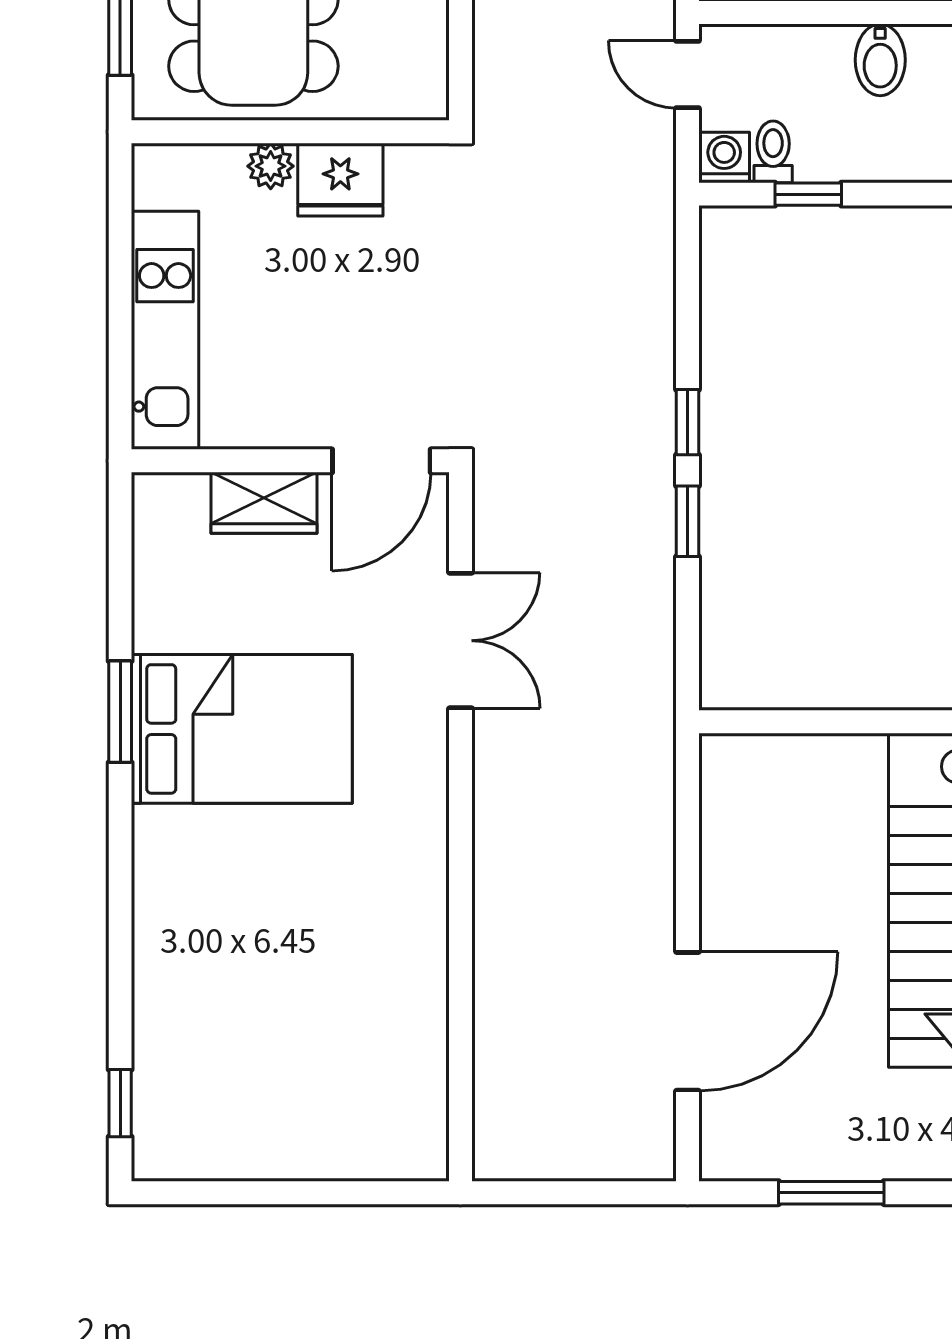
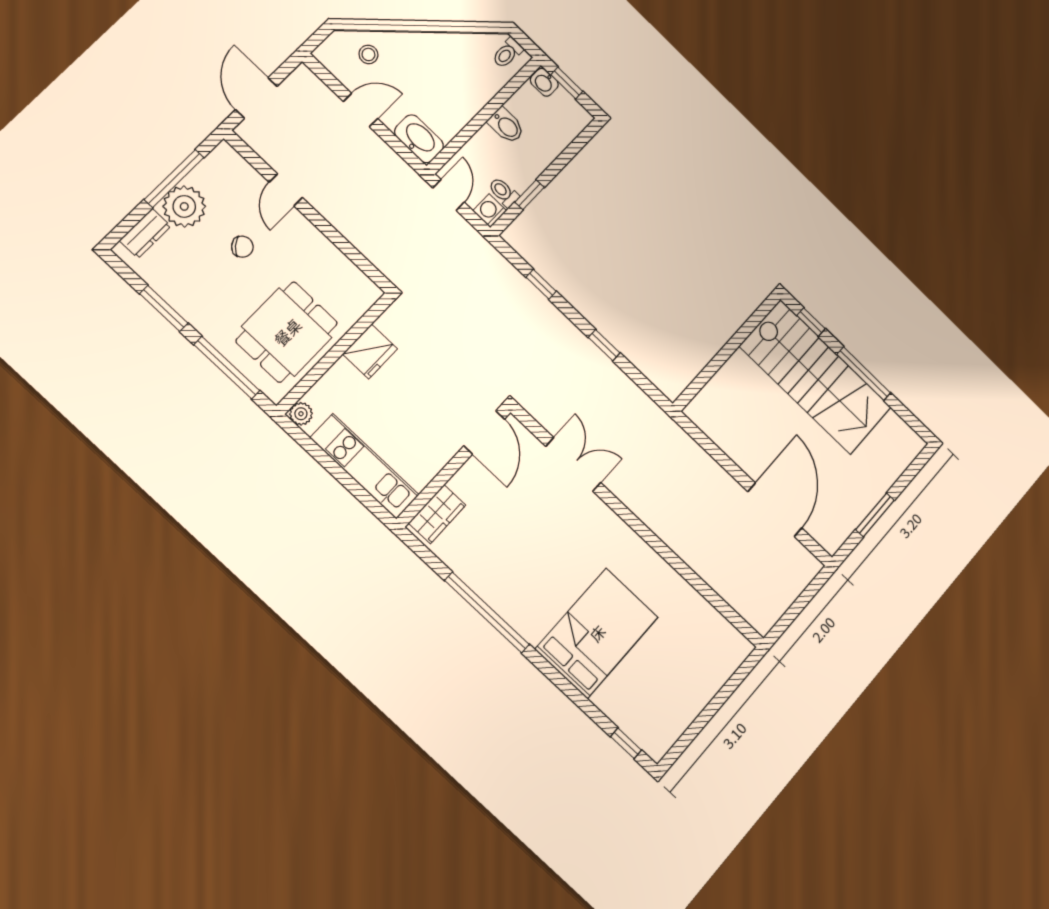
door: (687, 74) -> (449, 195), swing flipped
plant: (271, 166) -> (301, 414), moved
window: (687, 422) -> (541, 284), moved
wardrobe: (264, 503) -> (437, 514), moved
window: (120, 712) -> (487, 612), width x2.11
bed: (242, 729) -> (597, 633), moved

